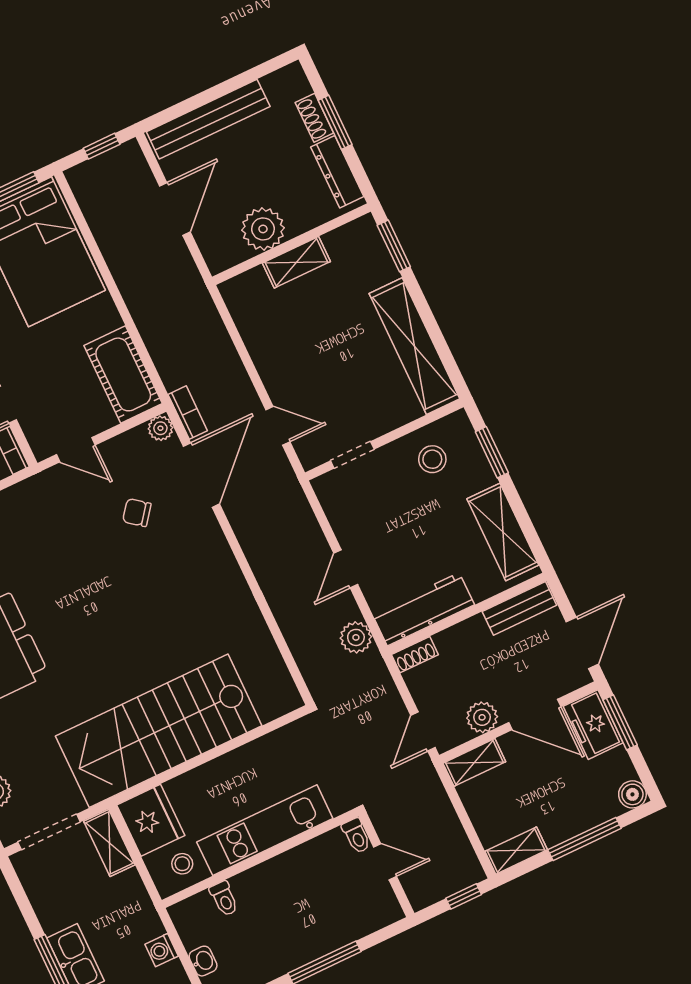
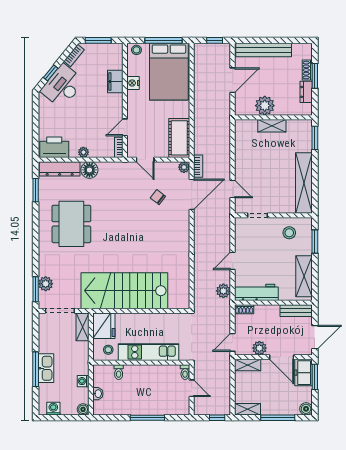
dresser: (337, 172) -> (306, 92), width x0.70

